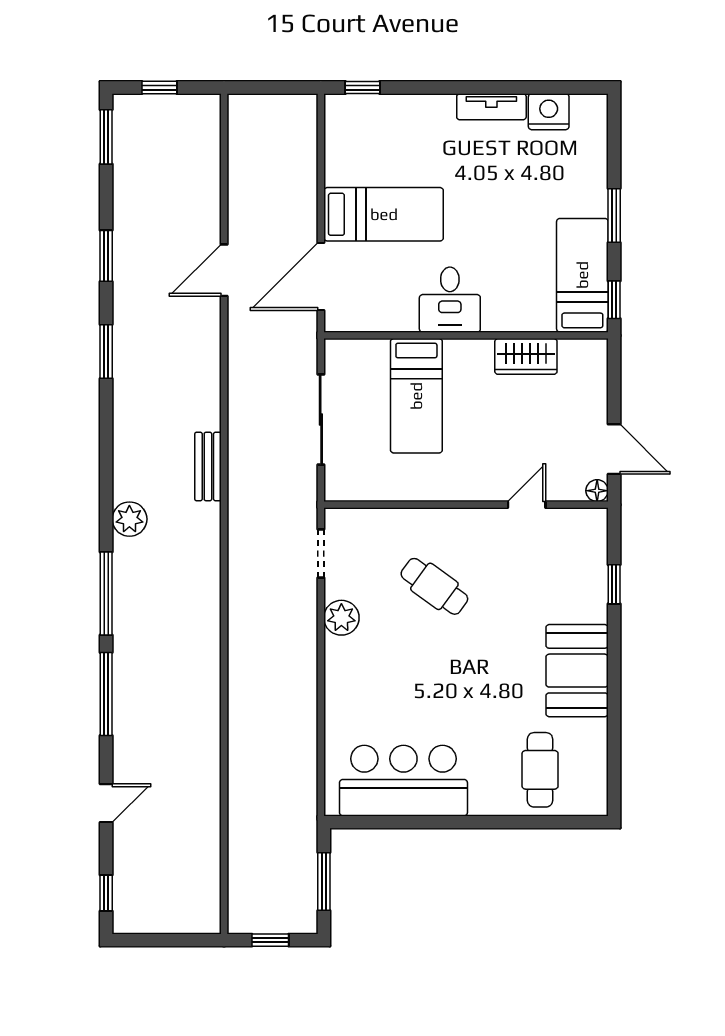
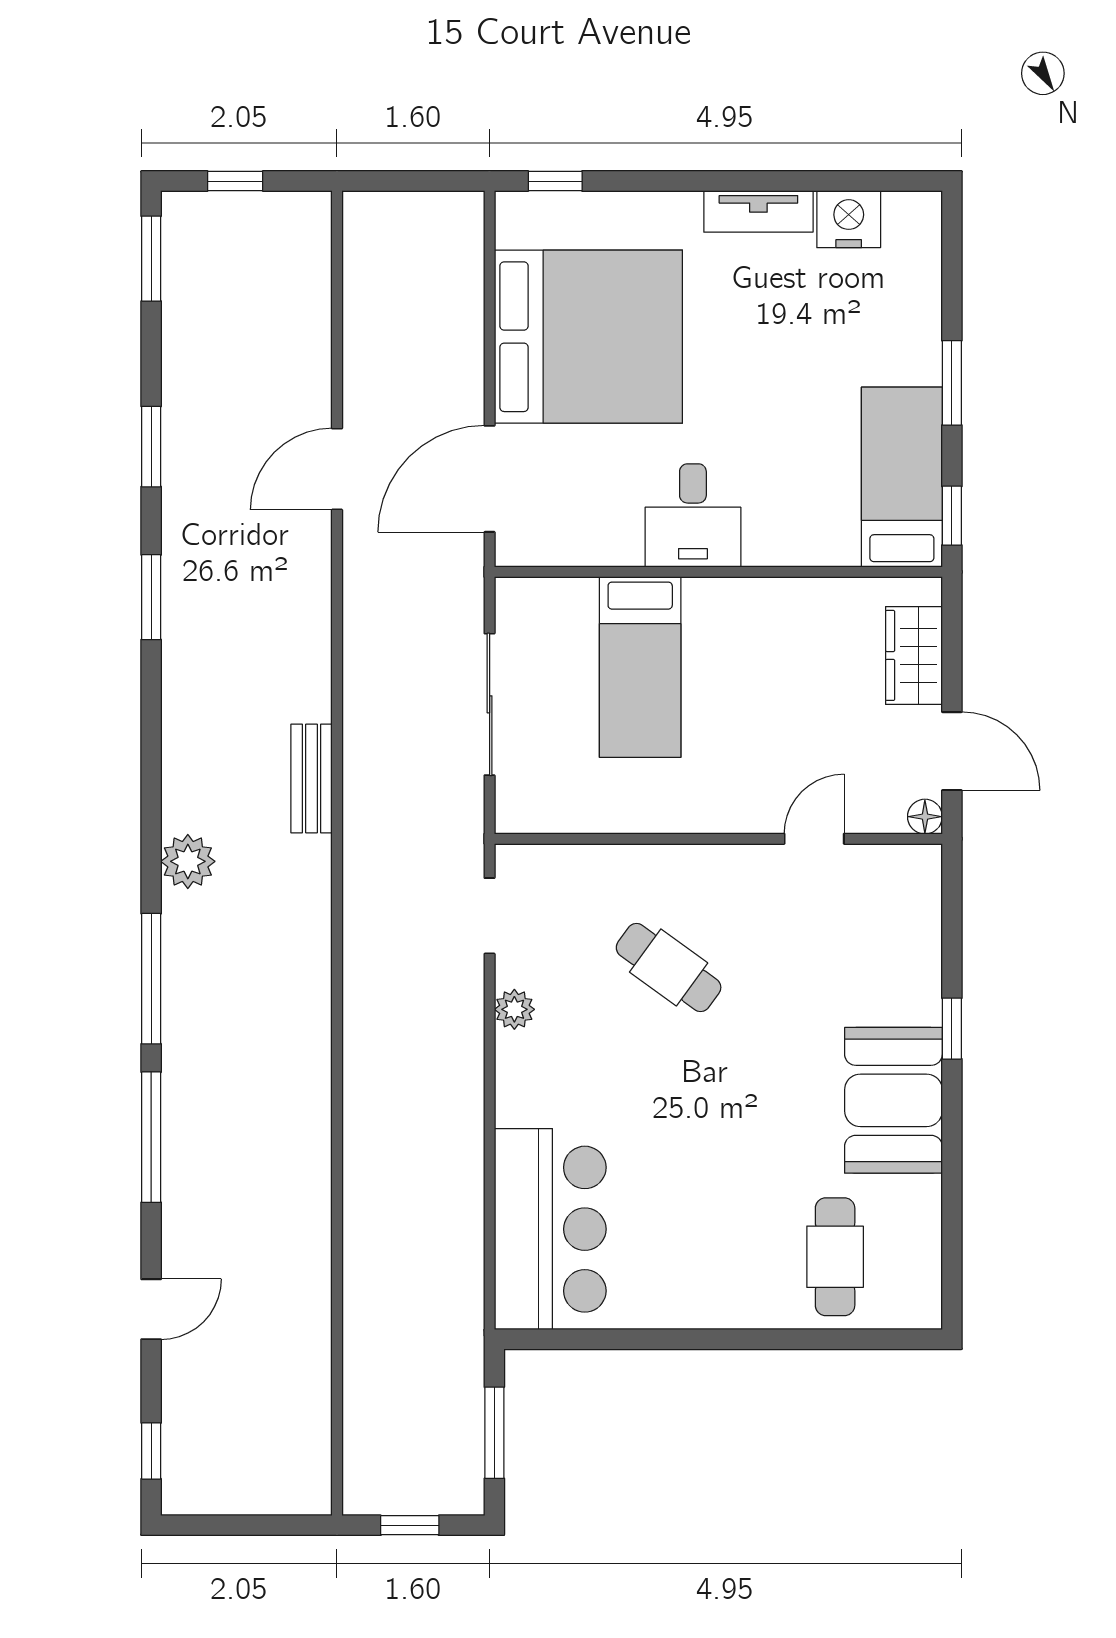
bed: (384, 214) -> (588, 337), width x2.04
wardrobe: (526, 356) -> (914, 655), moved, turned 90
window: (614, 584) -> (952, 1029), moved
plant: (341, 618) -> (514, 1009), width x0.73, depth x0.73
bar counter: (403, 781) -> (550, 1229), moved, turned 90

